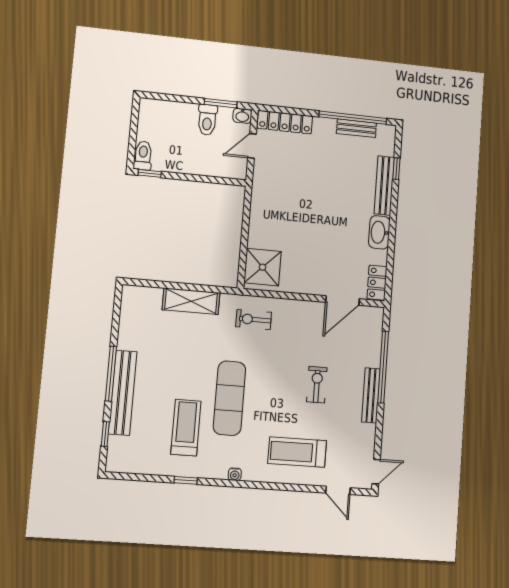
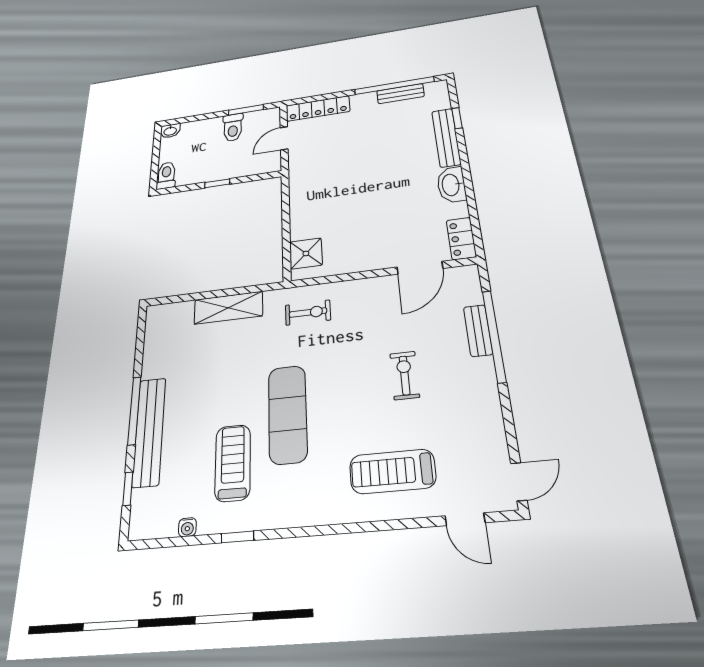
washbasin: (242, 116) -> (170, 131), moved
window: (150, 173) -> (217, 183), moved
shower: (263, 267) -> (306, 253), width x0.73, depth x0.73
exercise bike: (254, 319) -> (308, 313), turned 180
bench: (371, 395) -> (478, 330), moved, width x0.73
water cooler: (235, 474) -> (187, 527), moved

